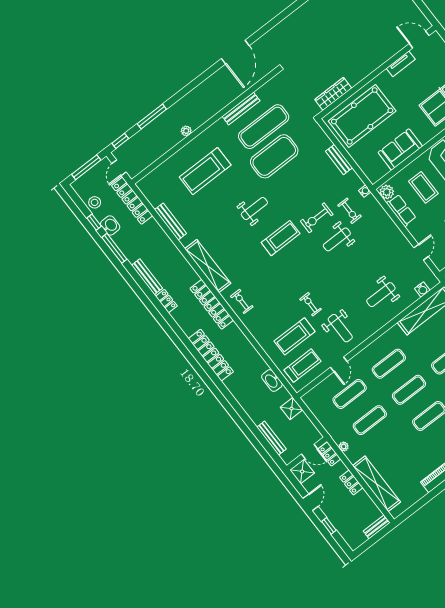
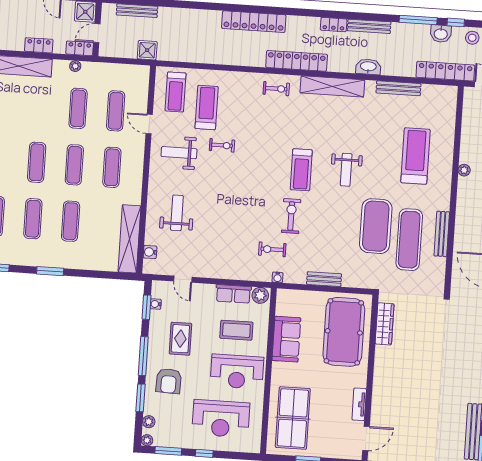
weight bench: (337, 239) -> (257, 217), removed
washbasin: (272, 381) -> (368, 67), moved

